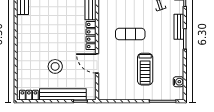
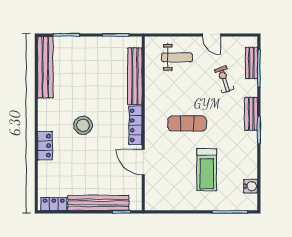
locker: (22, 51) -> (45, 146), added
stool: (55, 66) -> (83, 125), moved

